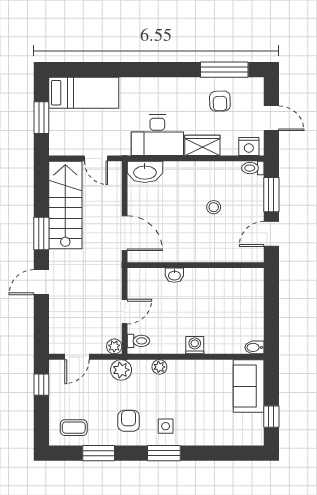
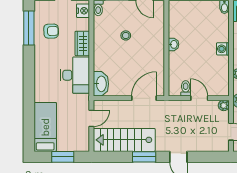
washbasin: (174, 275) -> (174, 44), moved
toilet: (138, 341) -> (186, 88), moved

